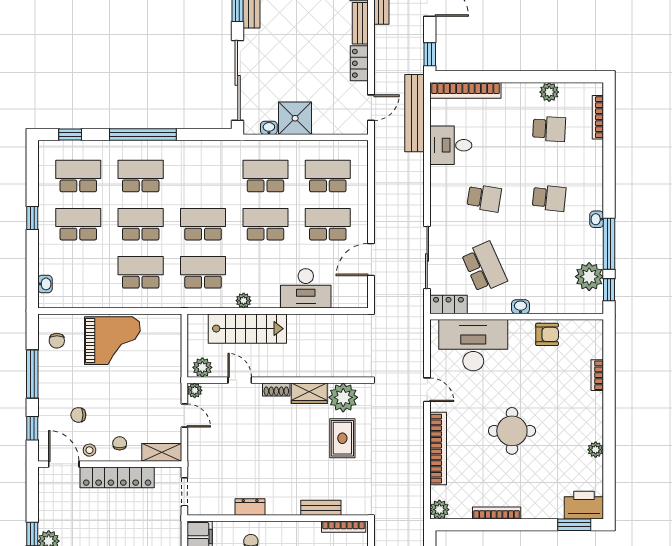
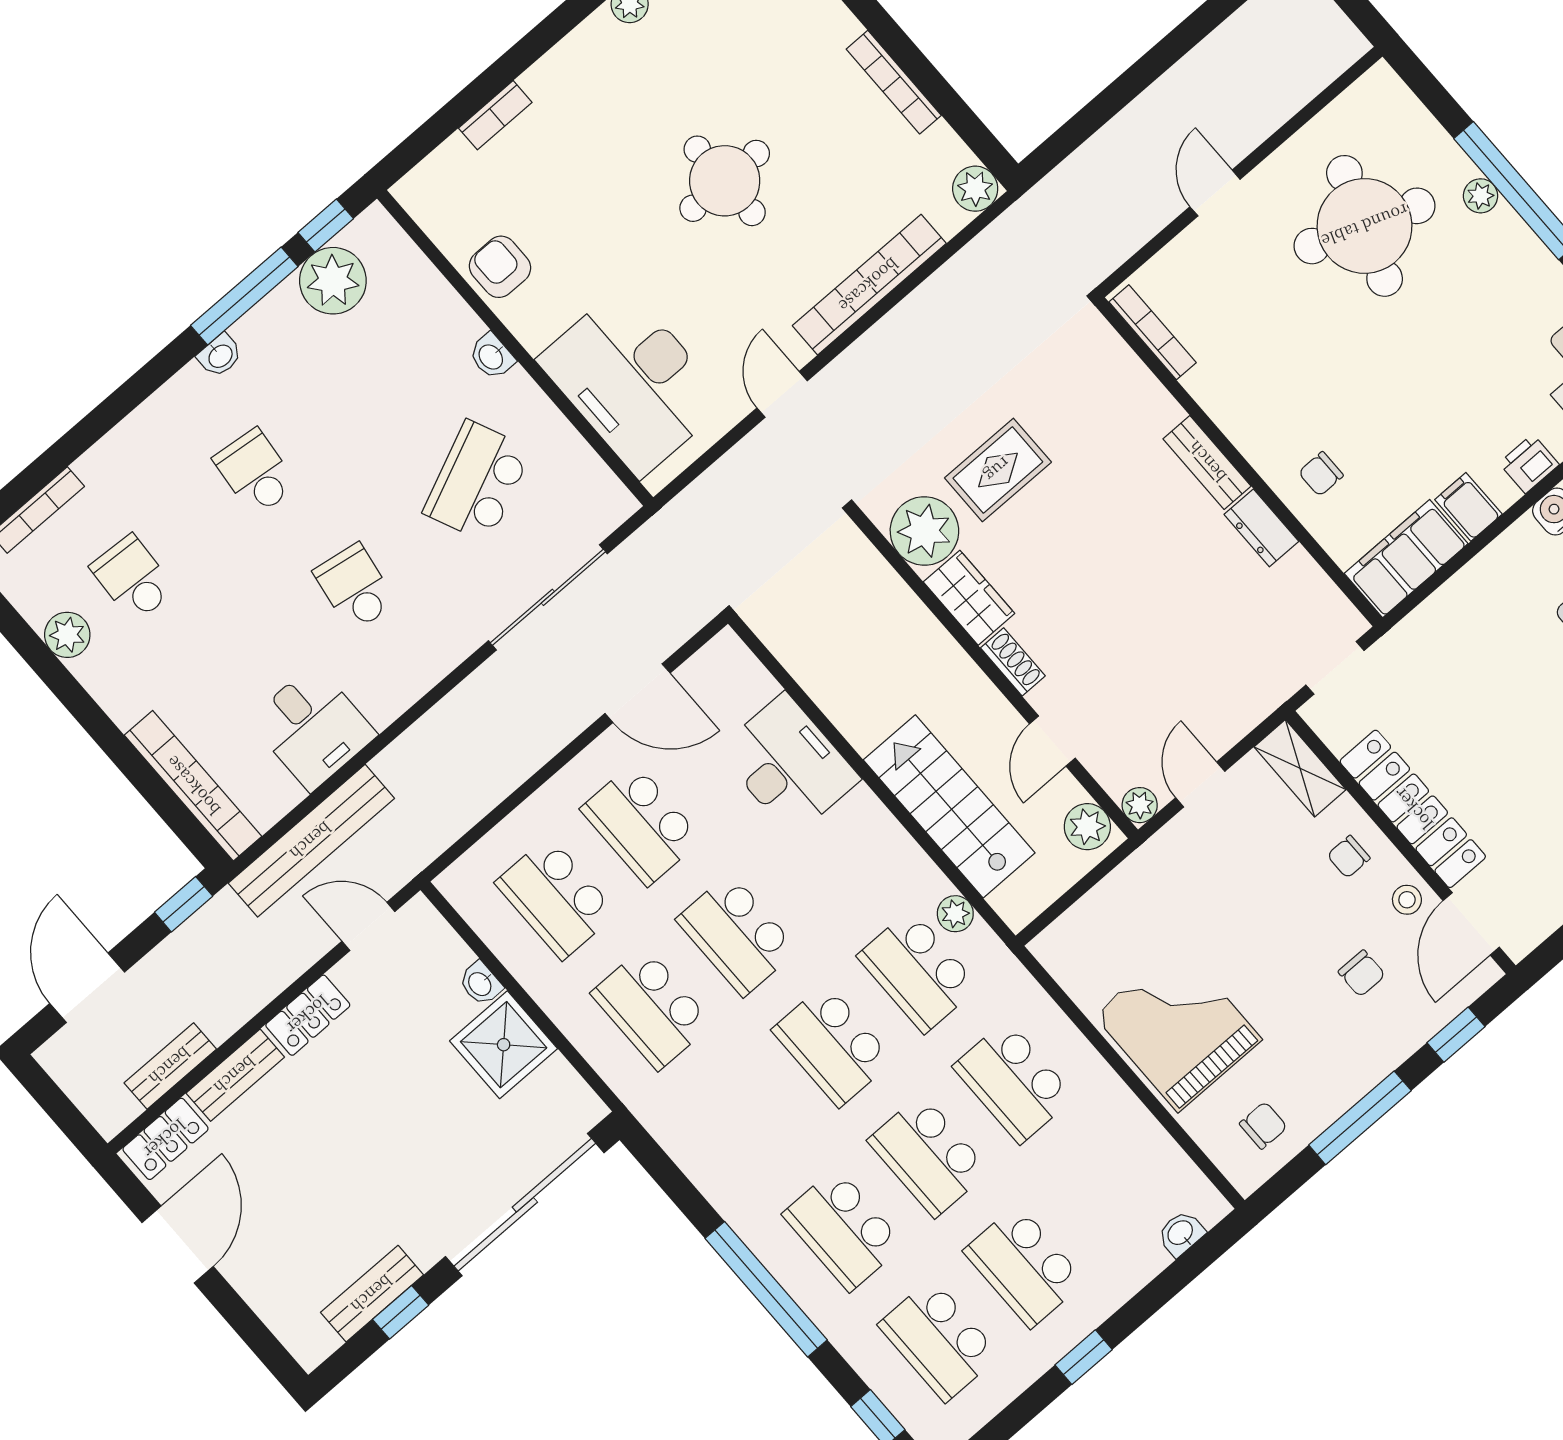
washbasin: (269, 128) -> (480, 983), moved
plant: (244, 301) -> (955, 914), moved
locker: (448, 304) -> (598, 487), removed
bench: (321, 508) -> (1207, 462), moved

